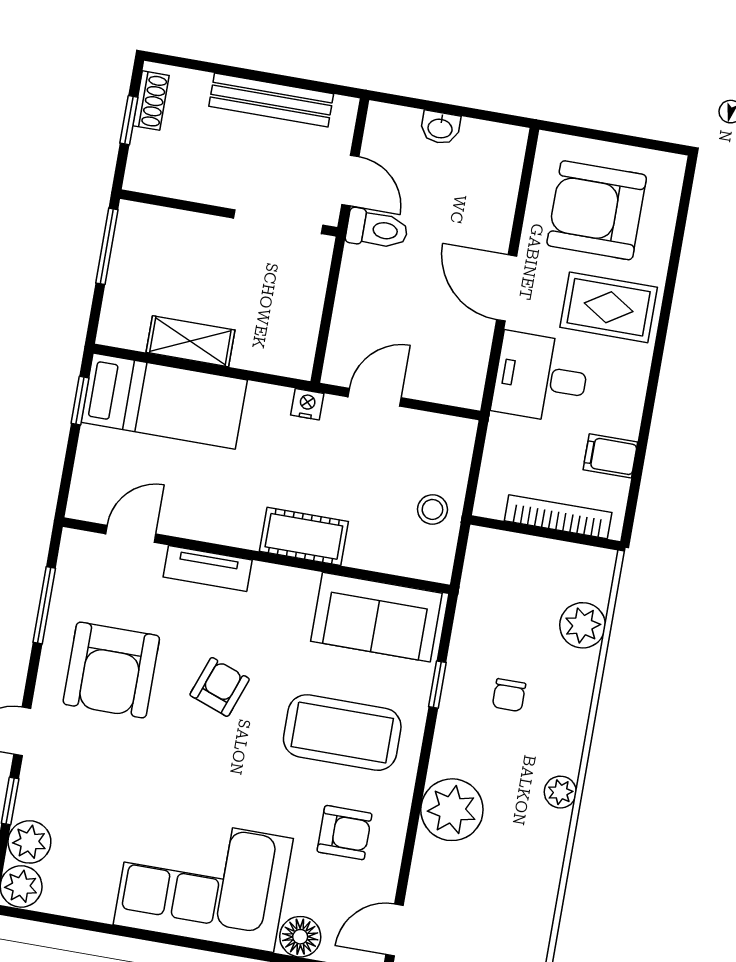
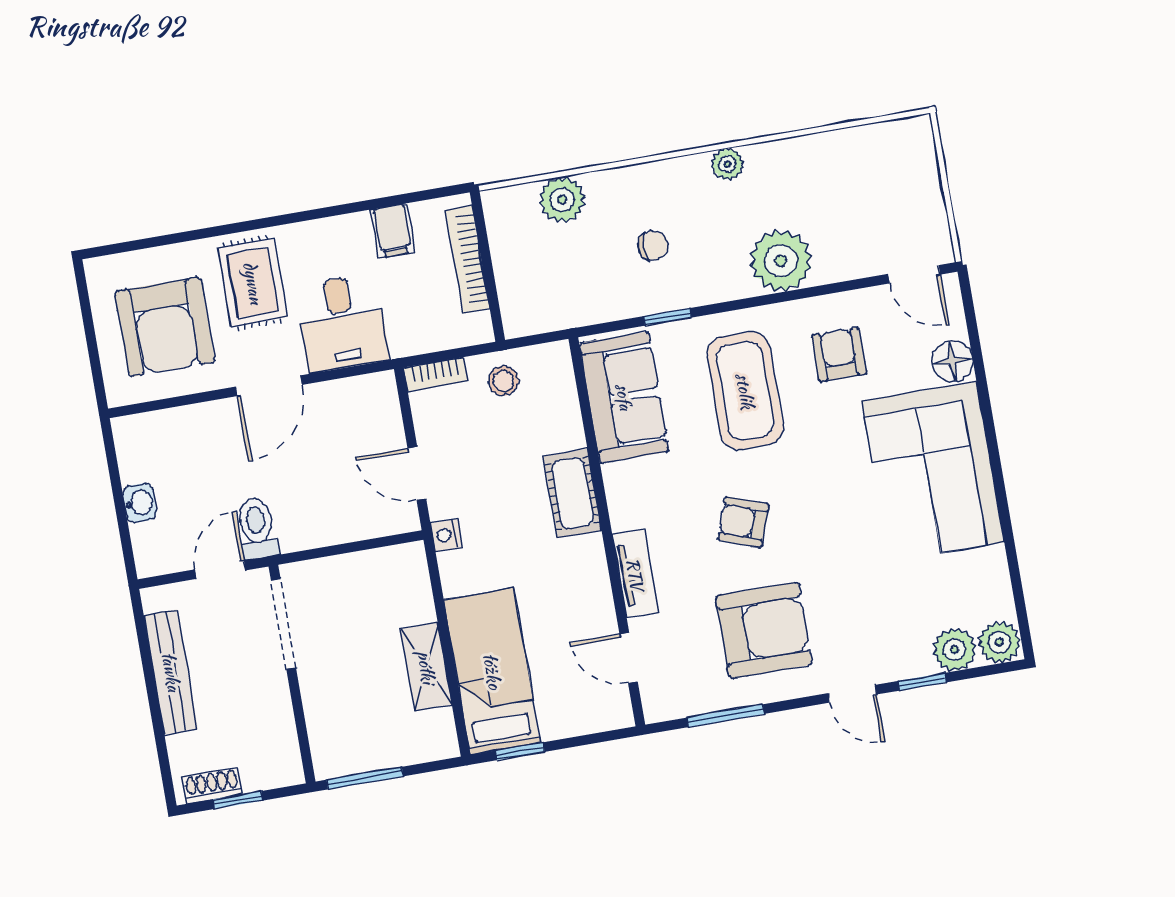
bookcase: (461, 448) -> (436, 374), added

